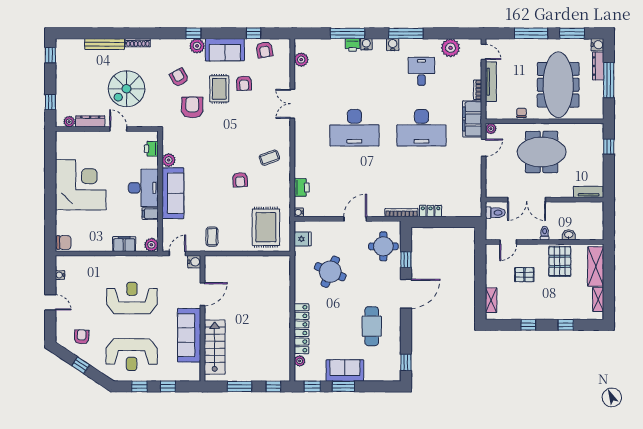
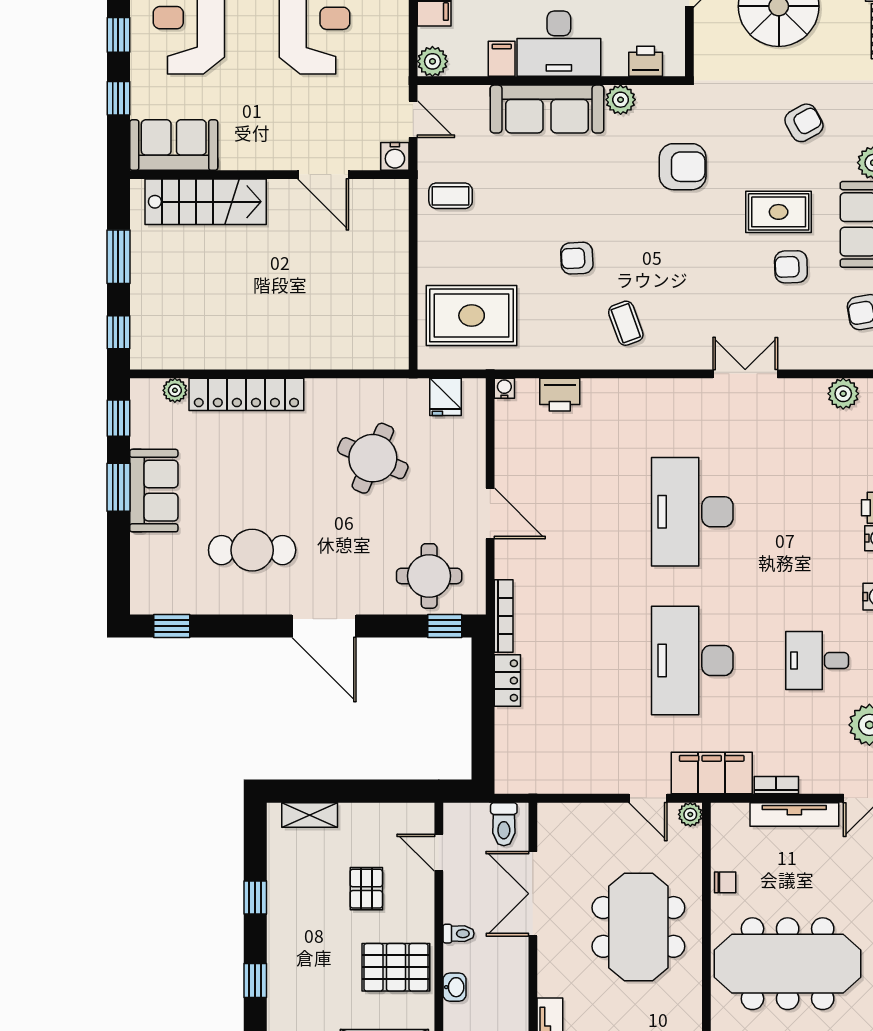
desk: (421, 71) -> (817, 660), turned 180
armchair: (192, 107) -> (683, 167), moved
window: (406, 260) -> (445, 626), moved
sofa: (189, 335) -> (174, 145), moved, width x0.73

